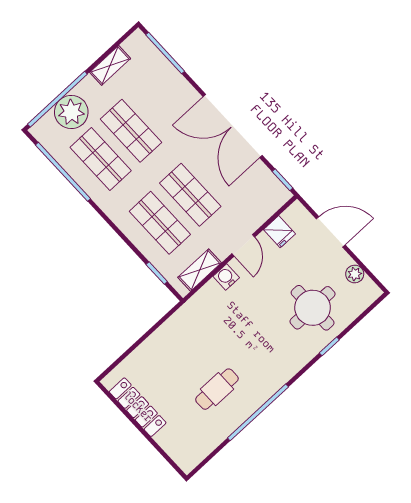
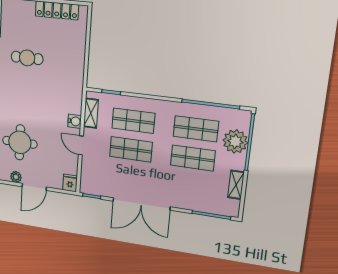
double door: (233, 126) -> (141, 204), swing flipped
fridge: (279, 232) -> (70, 183), moved, turned 90
door: (331, 232) -> (34, 187), moved
cafe table: (217, 389) -> (27, 58), turned 90

